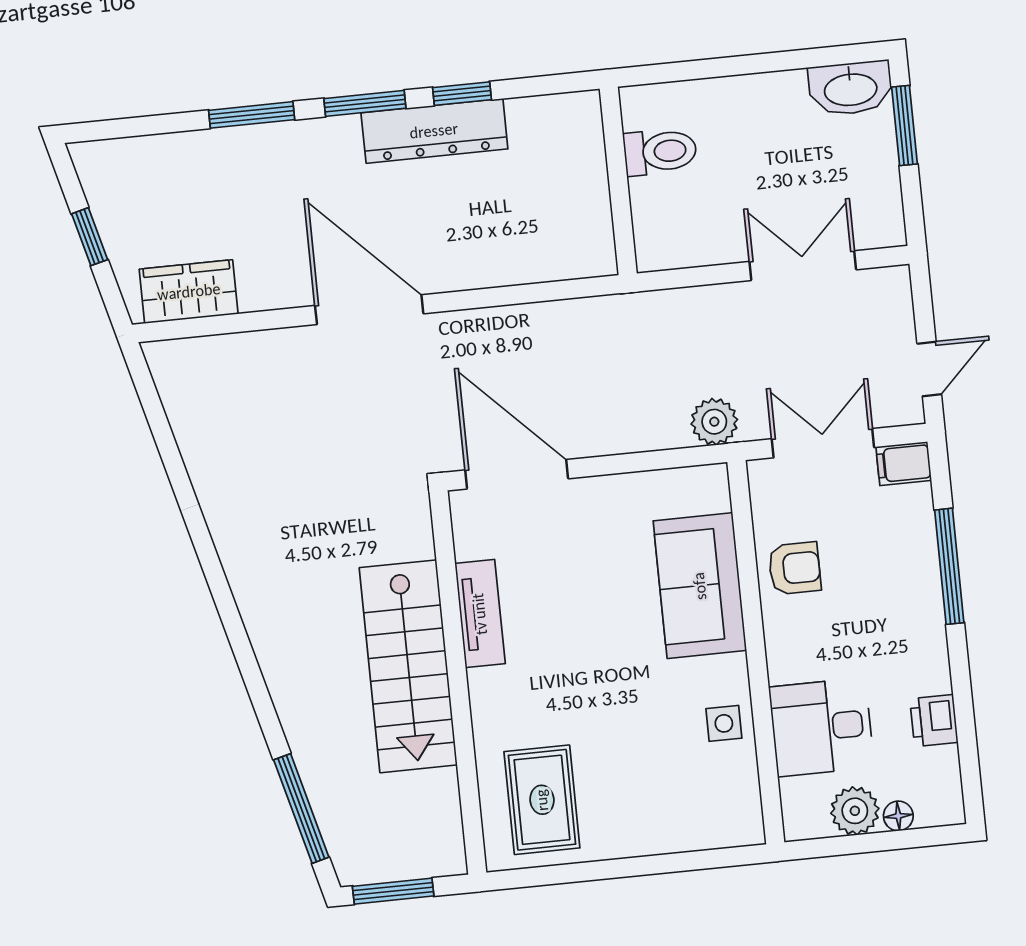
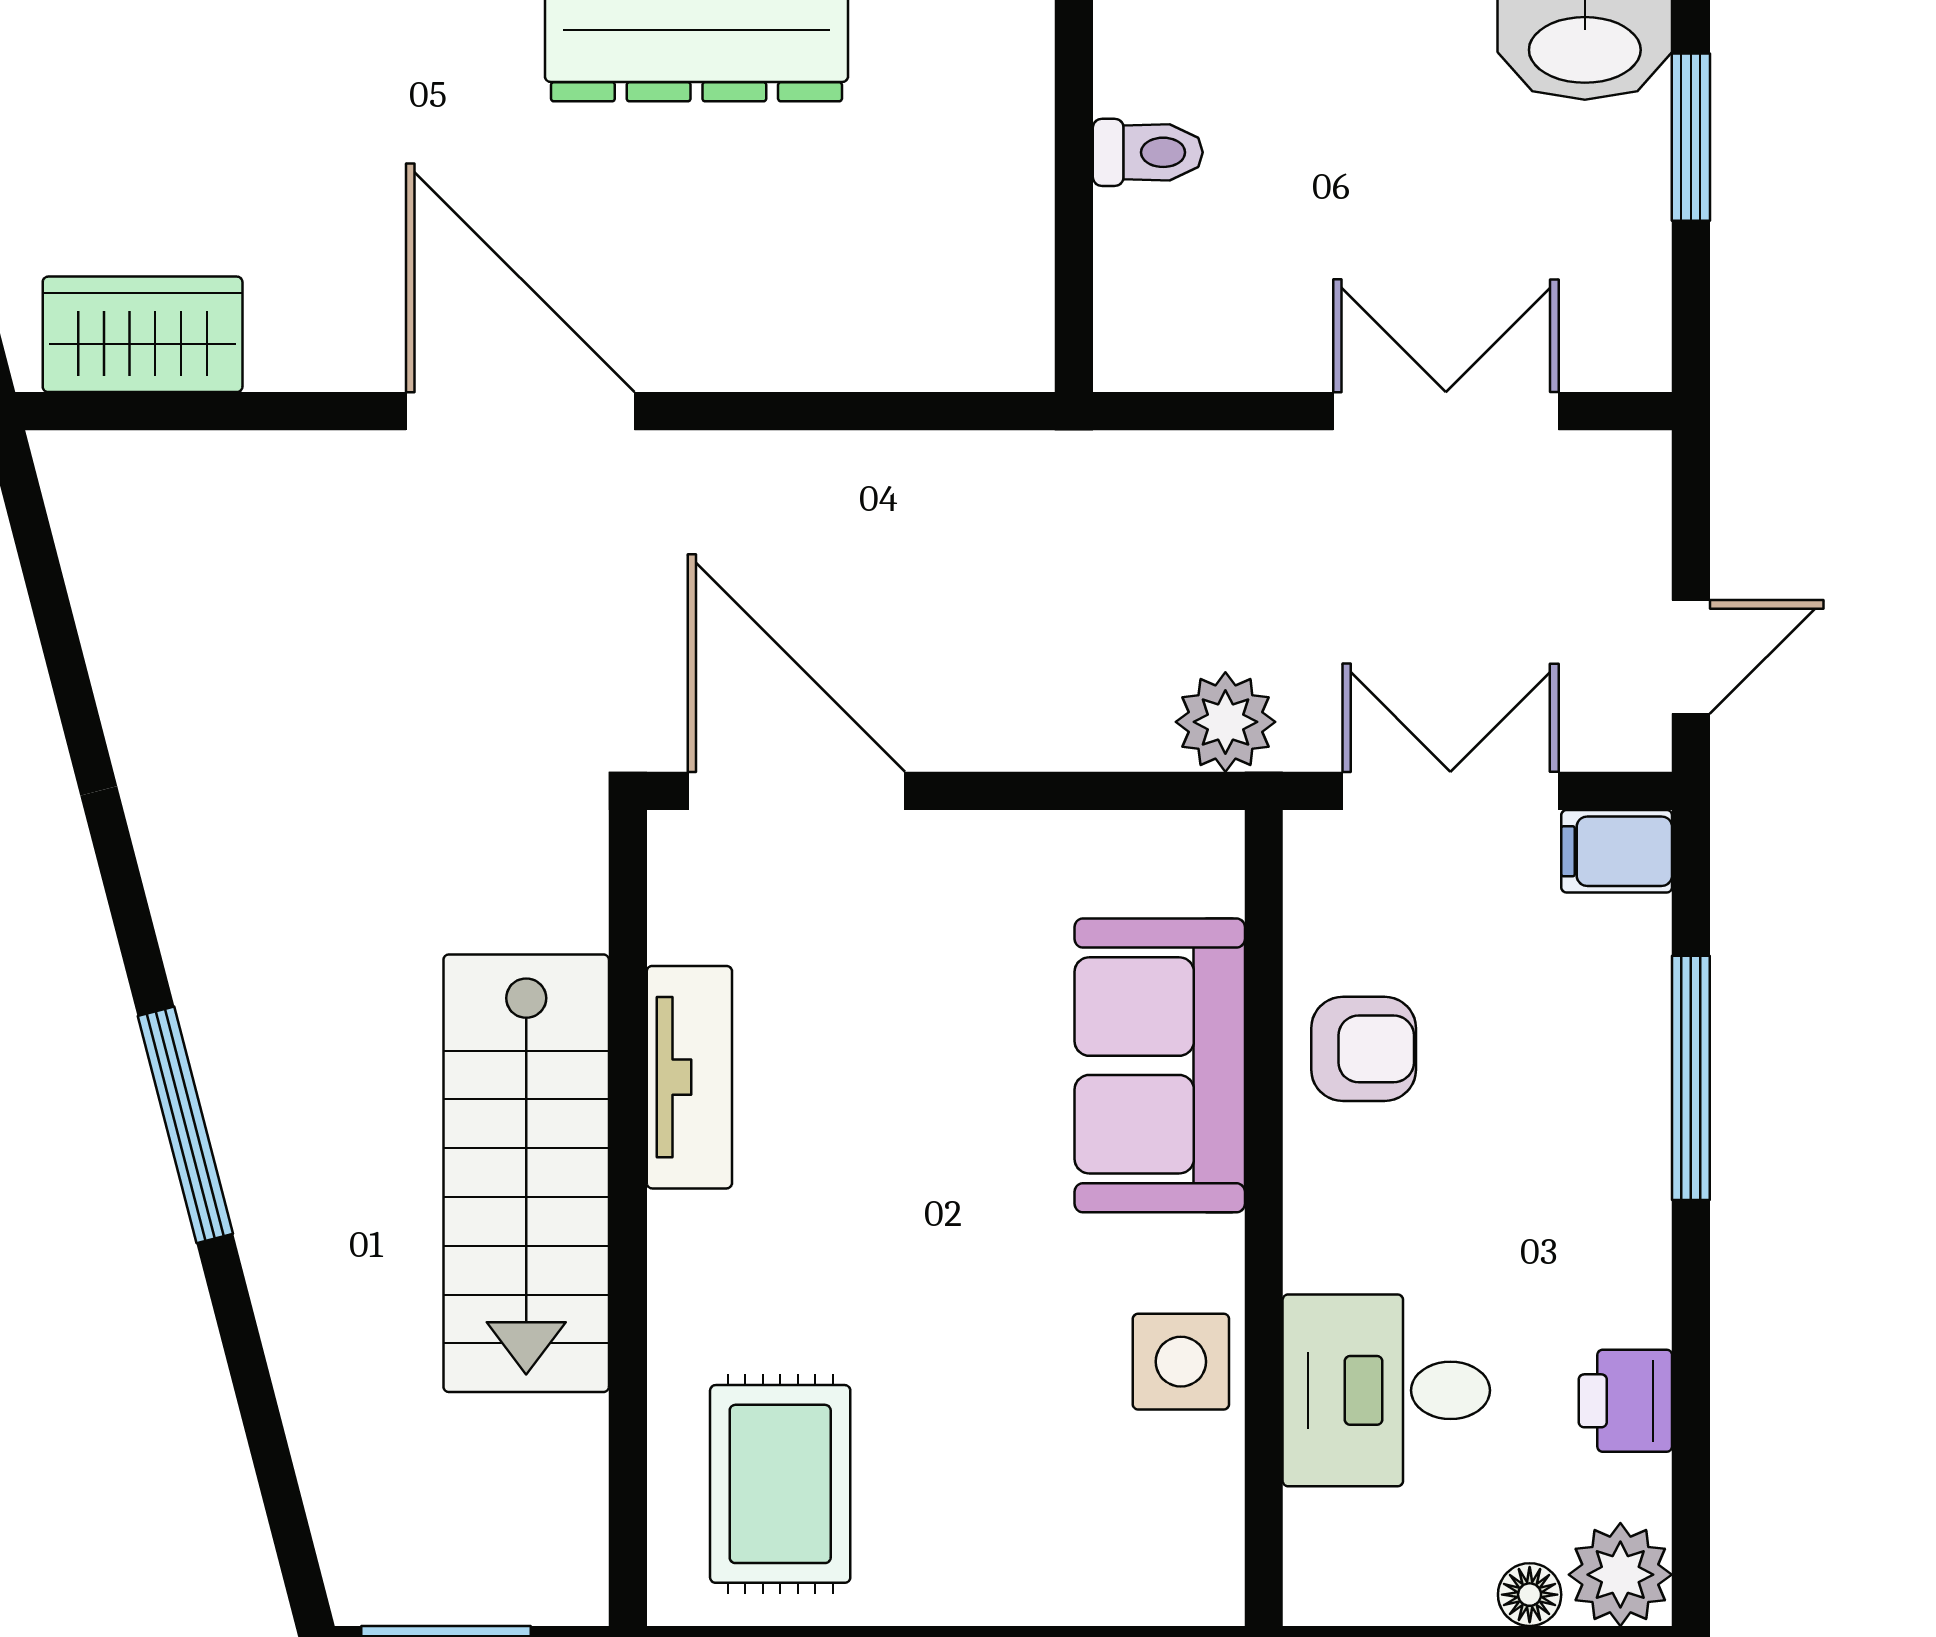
toilet: (660, 152) -> (1148, 152), width x0.73, depth x0.72
side table: (724, 723) -> (1181, 1362), width x1.37, depth x1.37
window: (301, 808) -> (185, 1125), moved
plant: (855, 811) -> (1620, 1575), moved

